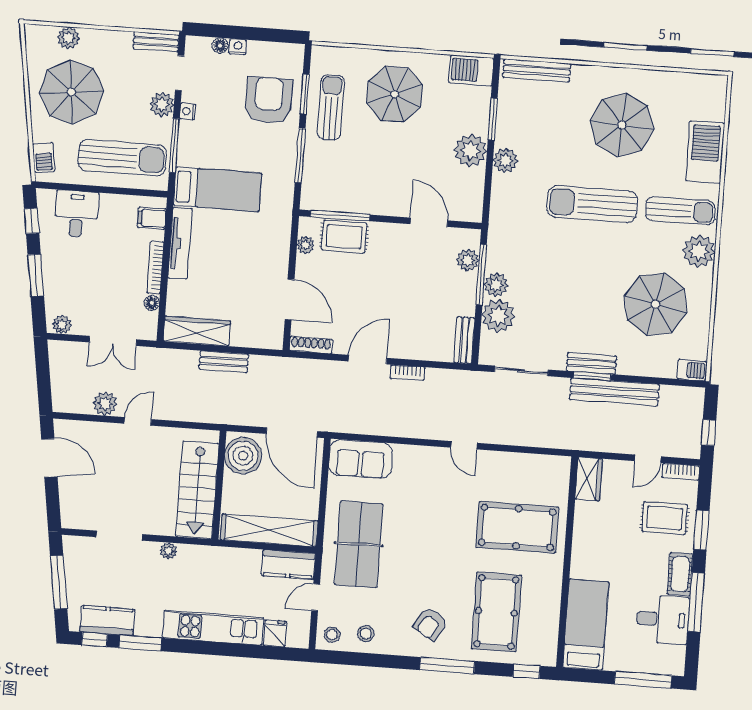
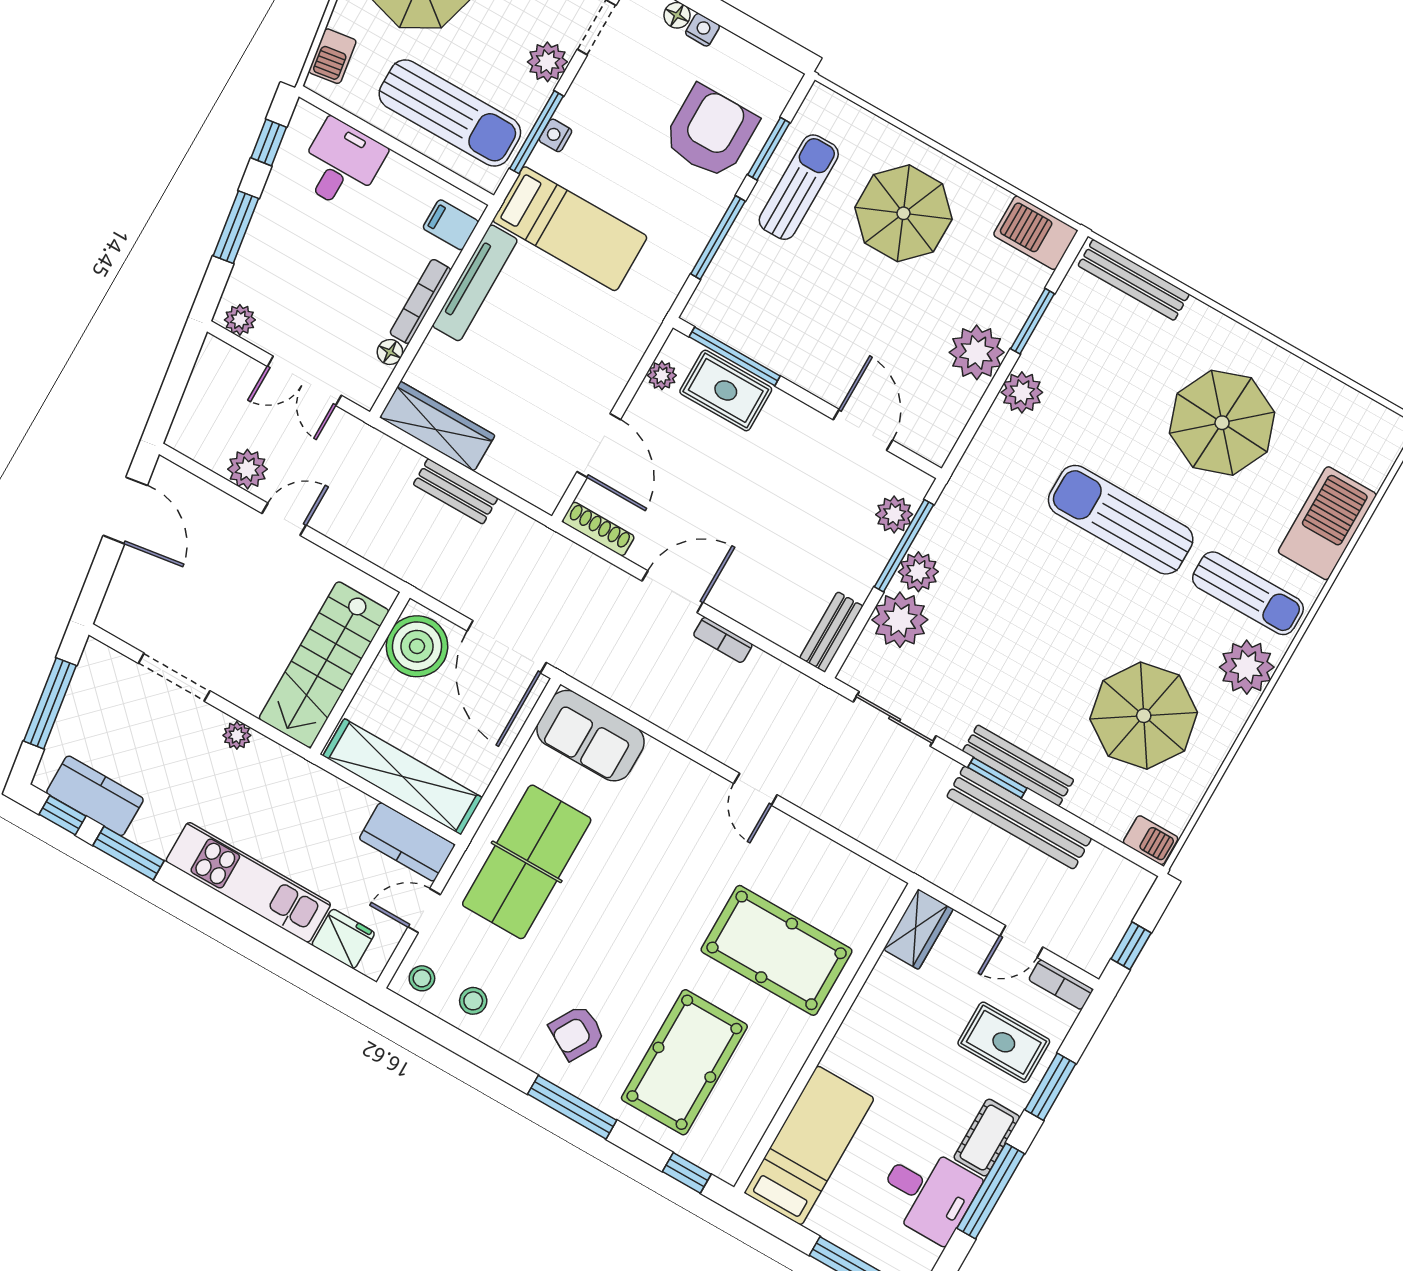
nightstand: (188, 111) -> (555, 135), moved
bench: (591, 363) -> (1018, 765), width x1.36
fridge: (275, 633) -> (343, 939), width x1.38

